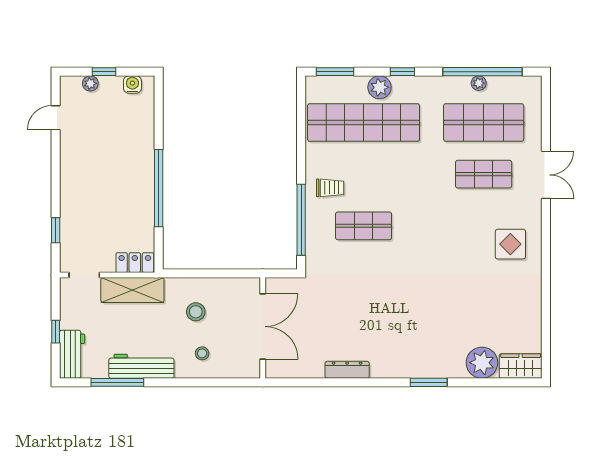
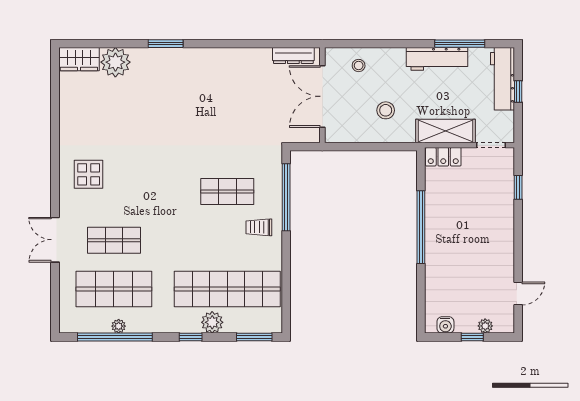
stool: (202, 353) -> (359, 65), moved
workbench: (72, 354) -> (503, 79), width x1.38
dresser: (347, 370) -> (293, 56), moved

